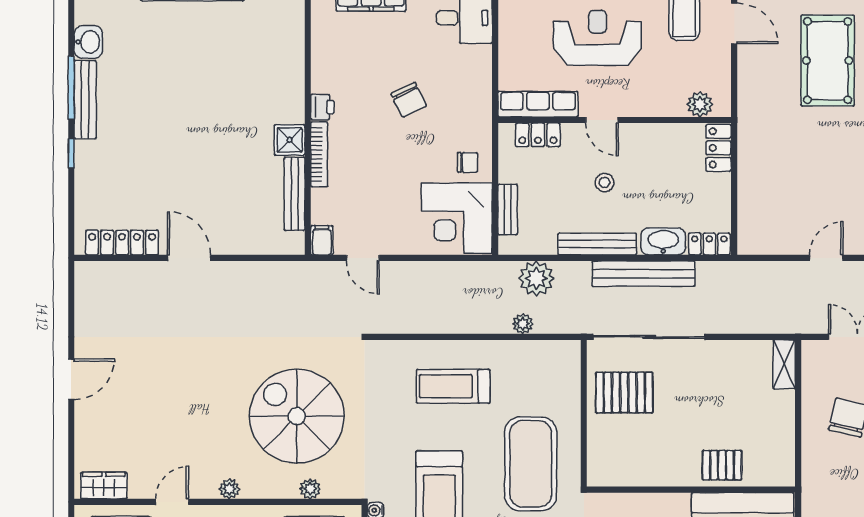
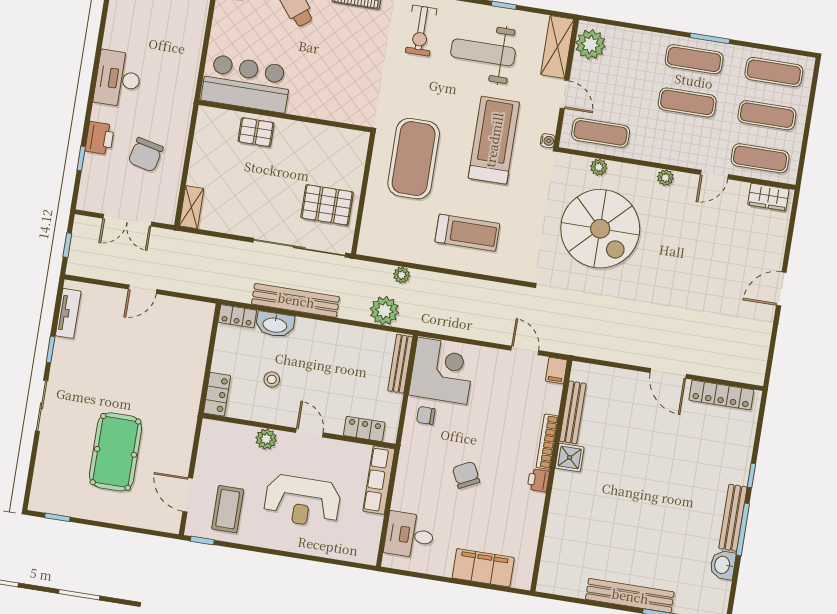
row of seats: (538, 104) -> (379, 480), moved, turned 90
plant: (700, 104) -> (266, 439), moved
stool: (605, 183) -> (272, 379), moved
bench: (508, 209) -> (400, 364), width x1.36
bench: (597, 244) -> (330, 331), removed

